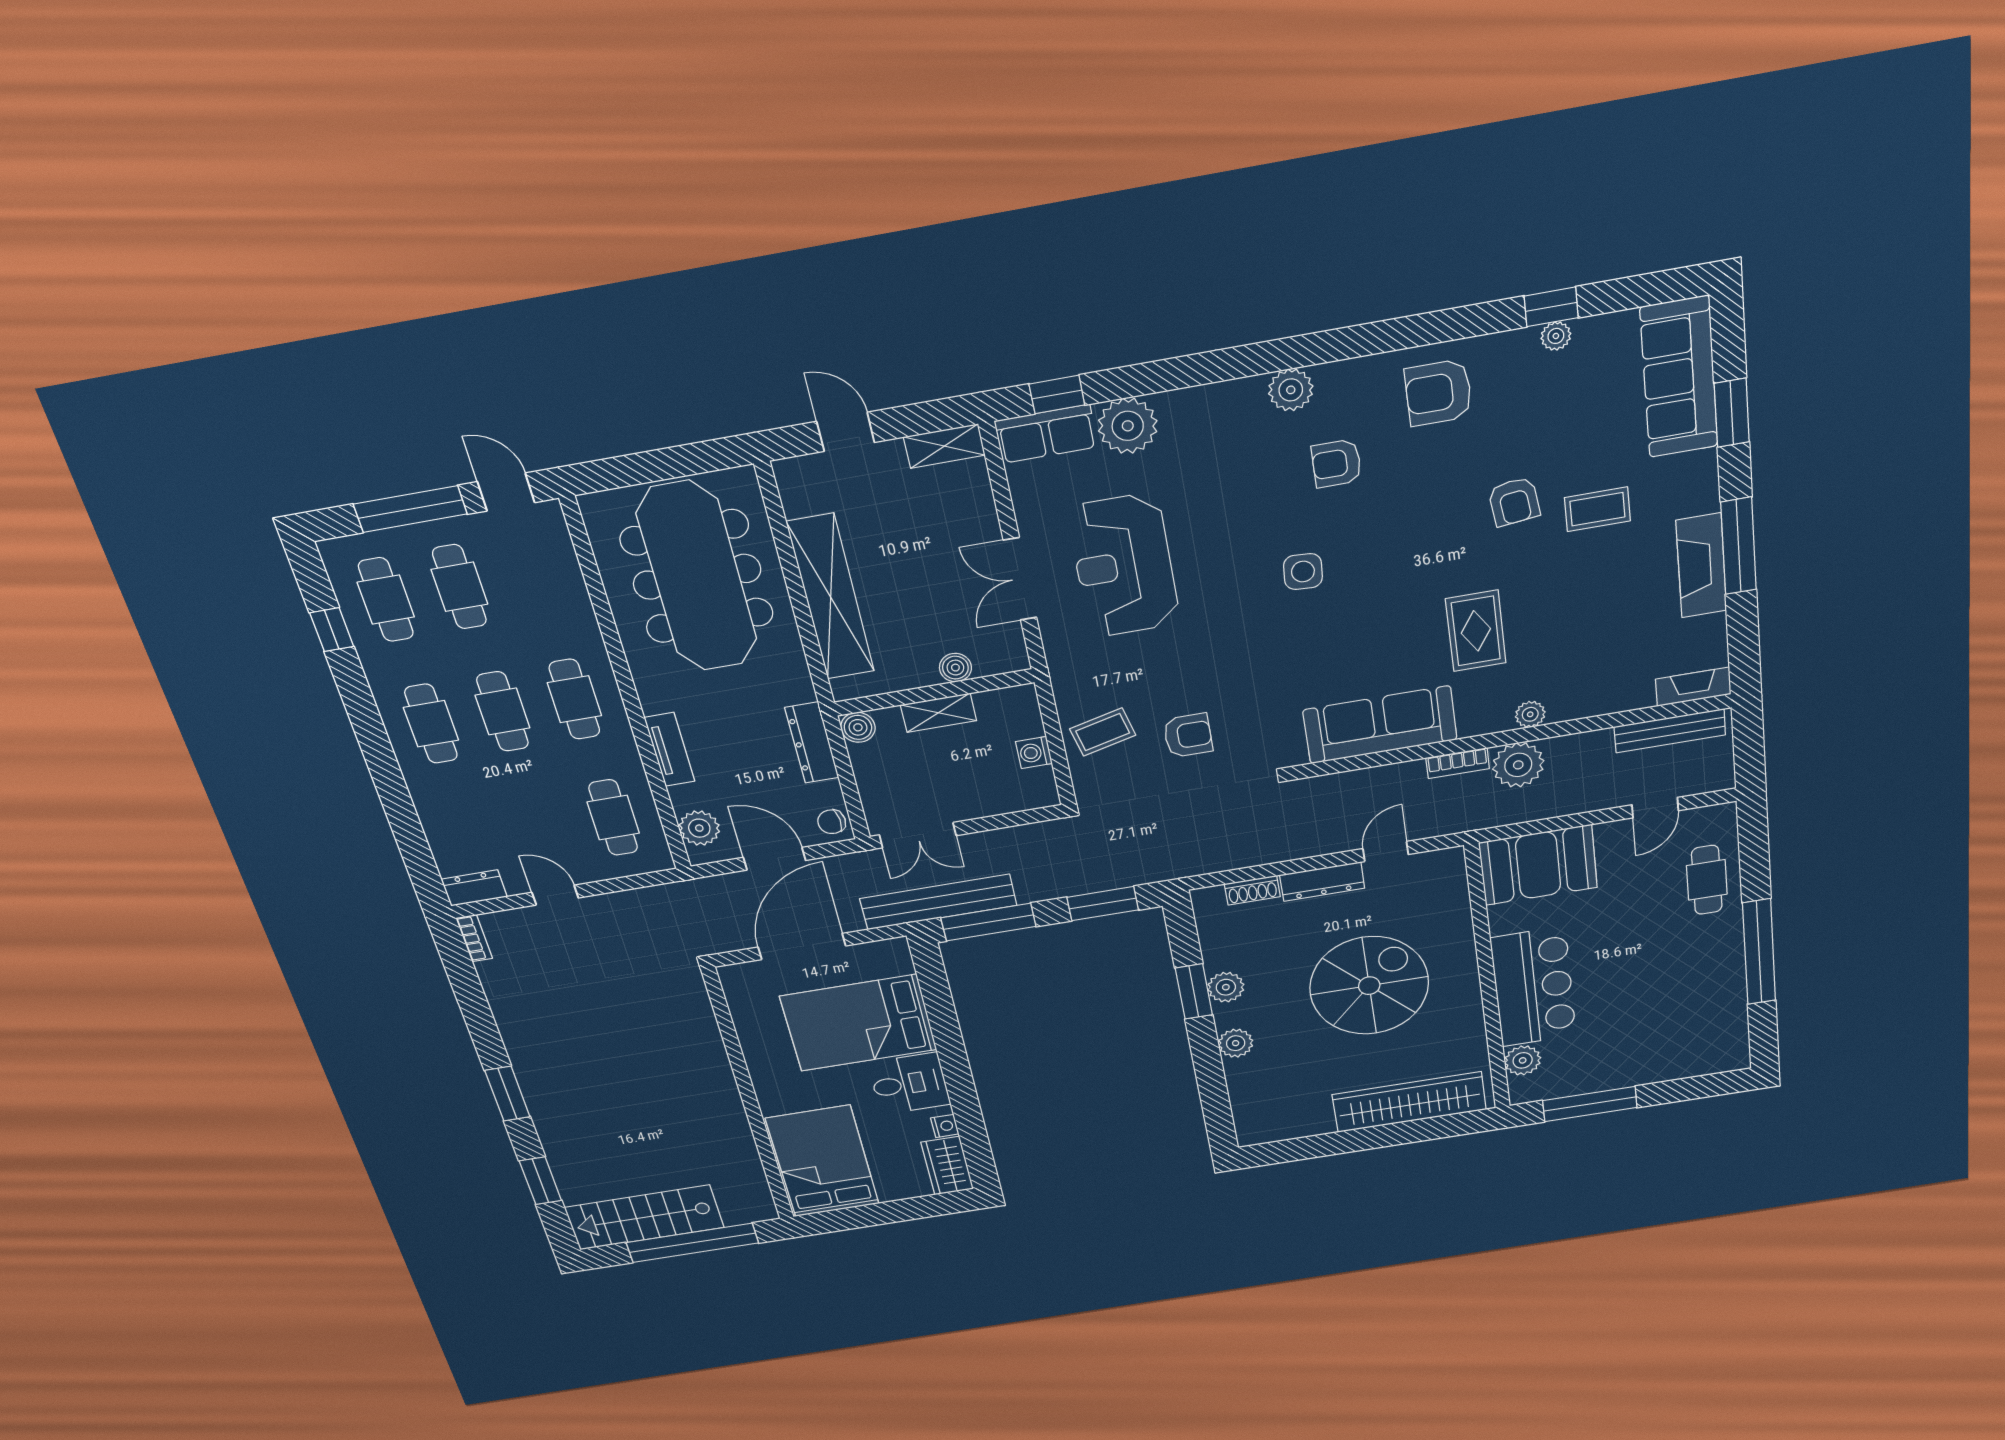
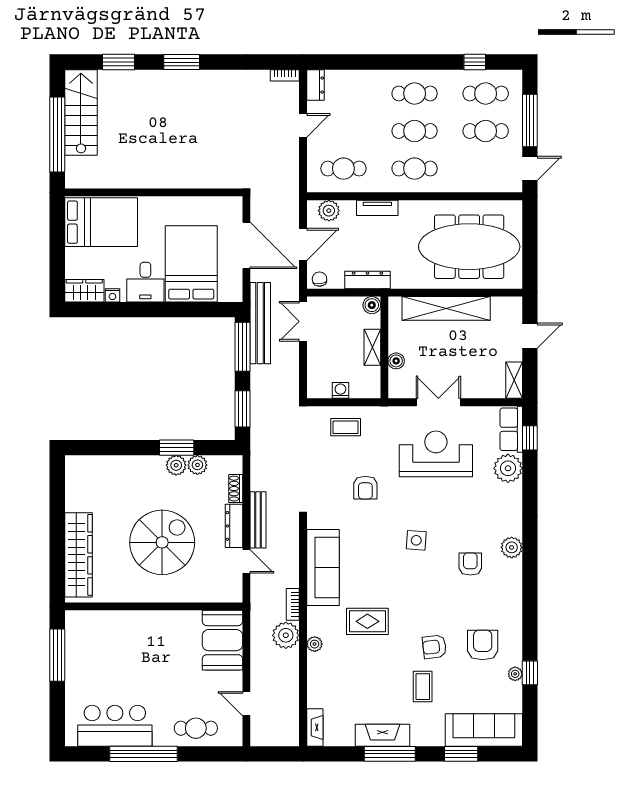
armchair: (1438, 393) -> (483, 645), moved
bench: (1670, 731) -> (258, 520), moved
coffee table: (1103, 732) -> (346, 427), turned -76
armchair: (1188, 735) -> (365, 488), moved
spiral stairs: (1369, 986) -> (162, 542), turned -90
bar counter: (1533, 987) -> (115, 726), moved, turned 180
plant: (1236, 1043) -> (197, 465), moved
plant: (1523, 1060) -> (95, 620), removed

